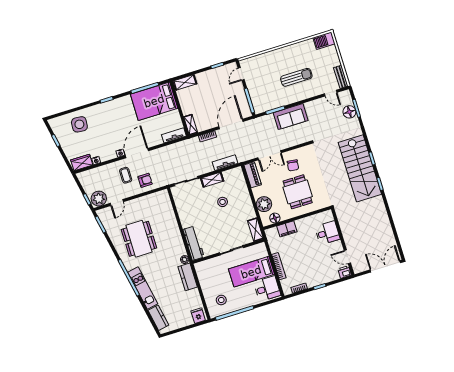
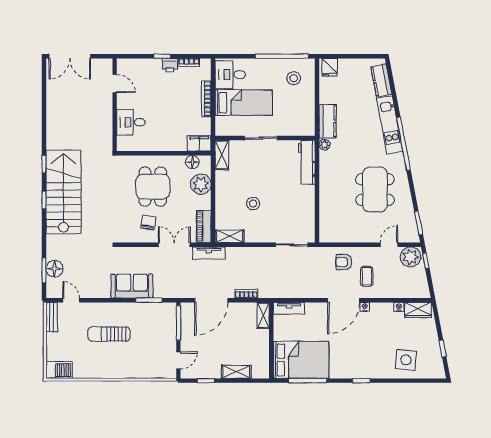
shelving: (185, 82) -> (236, 372), moved
tv unit: (225, 163) -> (209, 253), moved
shelving: (212, 180) -> (230, 236), moved
filing cabinet: (287, 229) -> (199, 143), moved
printer: (345, 272) -> (170, 65), moved

